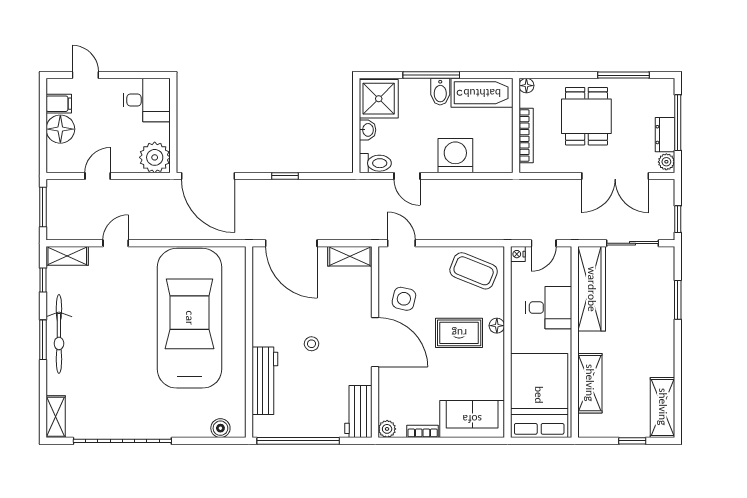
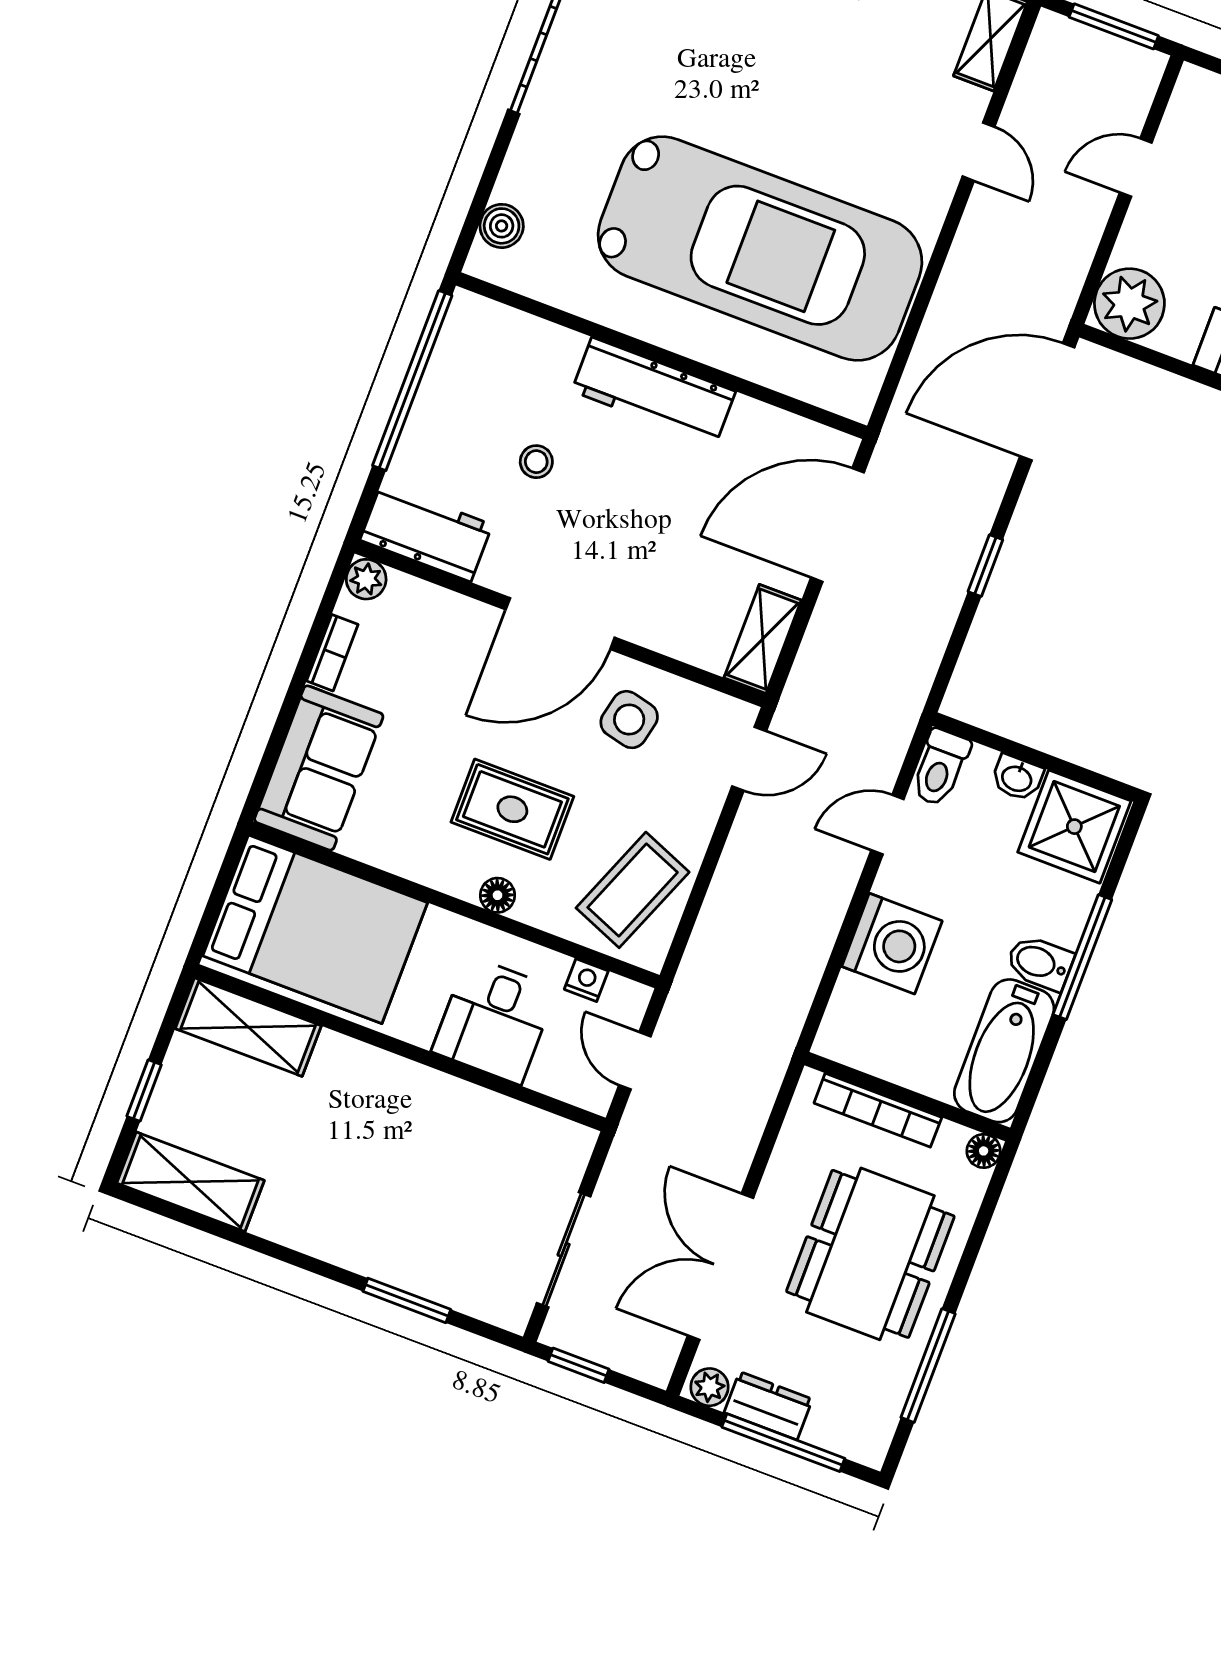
dining table: (586, 116) -> (870, 1254), width x1.37
door: (98, 176) -> (1136, 168), swing flipped
nightstand: (518, 254) -> (586, 980), moved
wardrobe: (592, 289) -> (500, 1126), removed
rug: (459, 333) -> (512, 809), turned 90
stool: (312, 344) -> (536, 462), moved
workbench: (265, 381) -> (654, 391), moved
shelving: (590, 383) -> (248, 1027), moved

